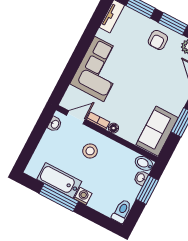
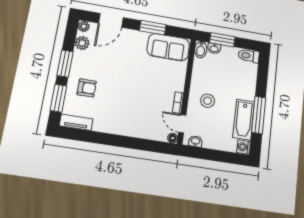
armchair: (158, 40) -> (87, 88), moved
corner sofa: (99, 69) -> (130, 117), removed
floor lamp: (113, 128) -> (173, 138), moved
washing machine: (83, 196) -> (244, 147), moved

